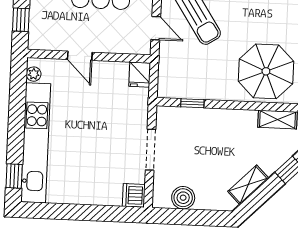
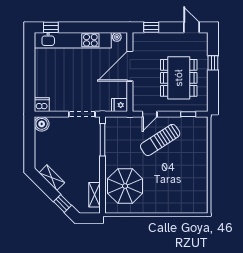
door: (80, 56) -> (130, 66), width x1.88
window: (192, 103) -> (103, 140), width x2.17
doorway: (151, 150) -> (82, 114), moved
boiler: (183, 198) -> (42, 124), moved

